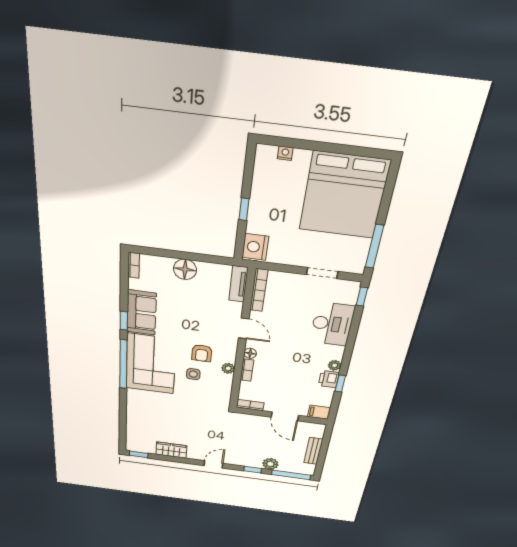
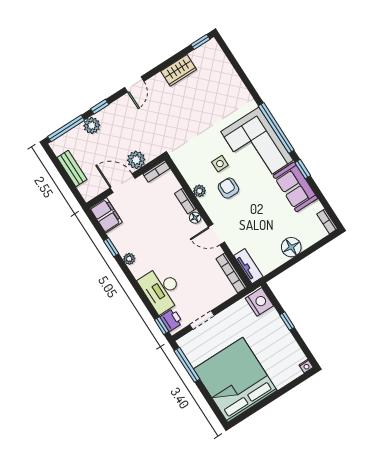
nightstand: (285, 153) -> (306, 366), moved
printer: (329, 379) -> (171, 320), moved
filing cabinet: (319, 412) -> (106, 215), width x2.00
plant: (259, 423) -> (136, 160), added

